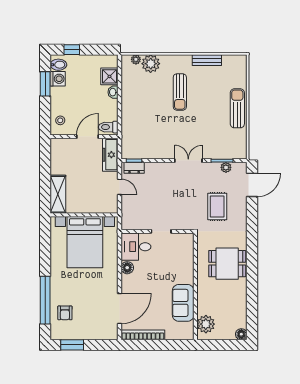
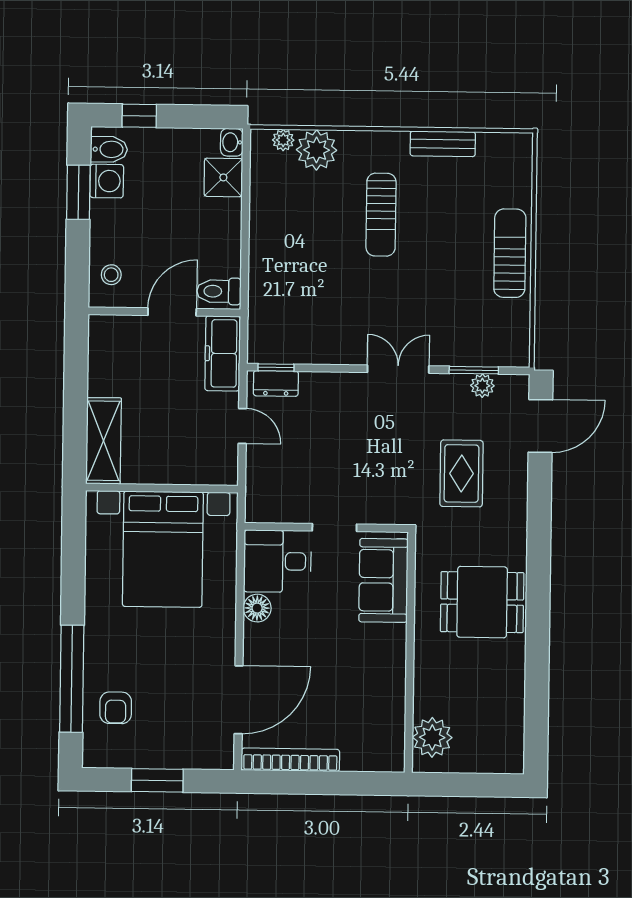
washbasin: (113, 92) -> (232, 142), moved
sofa: (183, 303) -> (383, 580), moved
floor lamp: (241, 334) -> (512, 761), removed
window: (72, 345) -> (157, 780), moved

